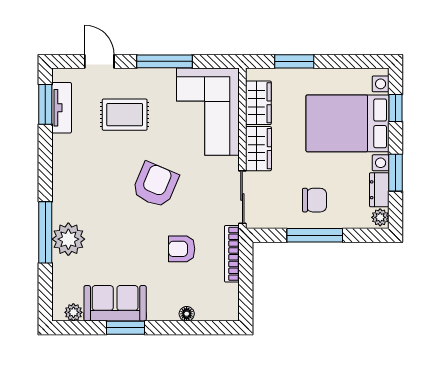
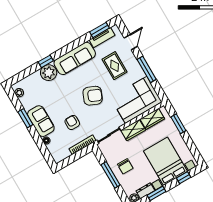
sofa: (70, 178) -> (75, 58), added
window: (45, 232) -> (46, 61), width x0.46
sofa: (115, 303) -> (41, 121), moved

